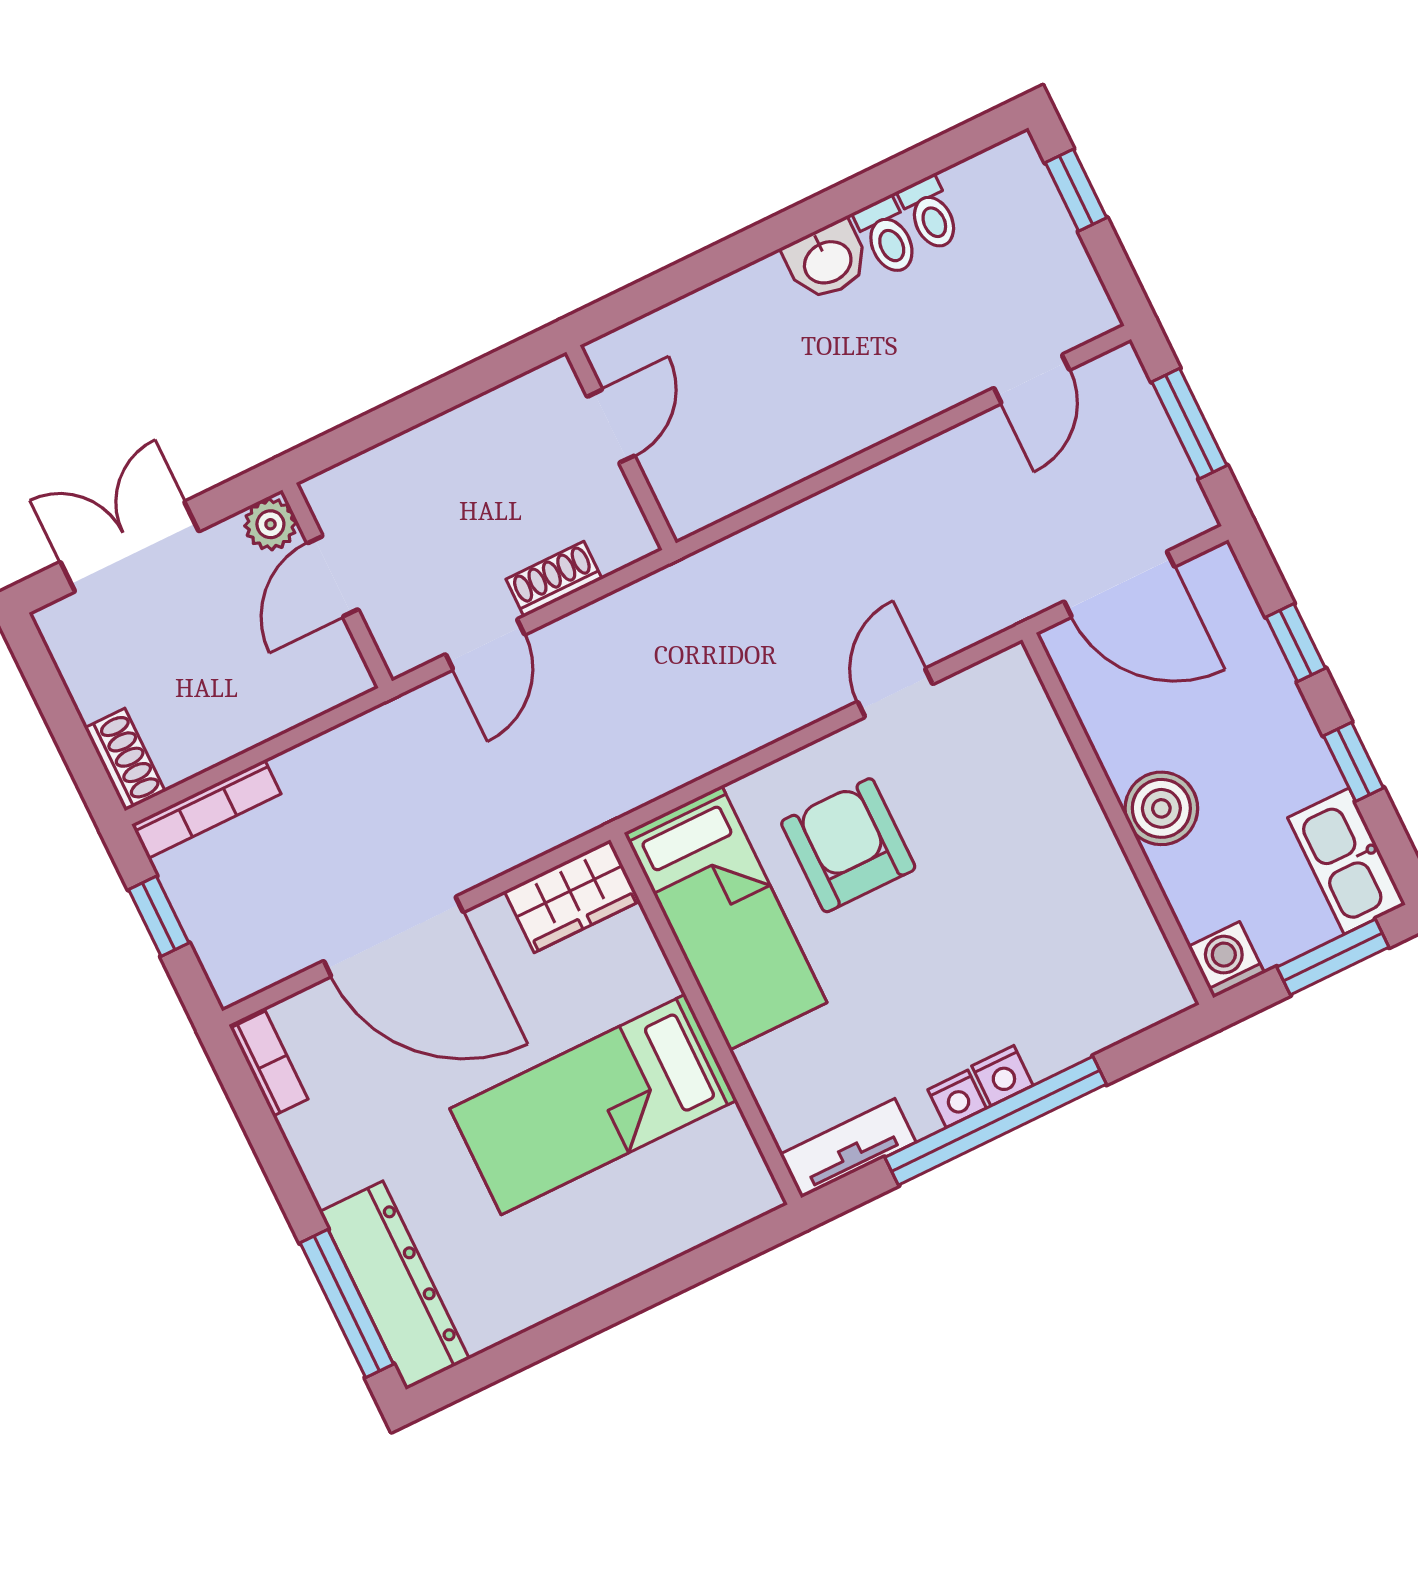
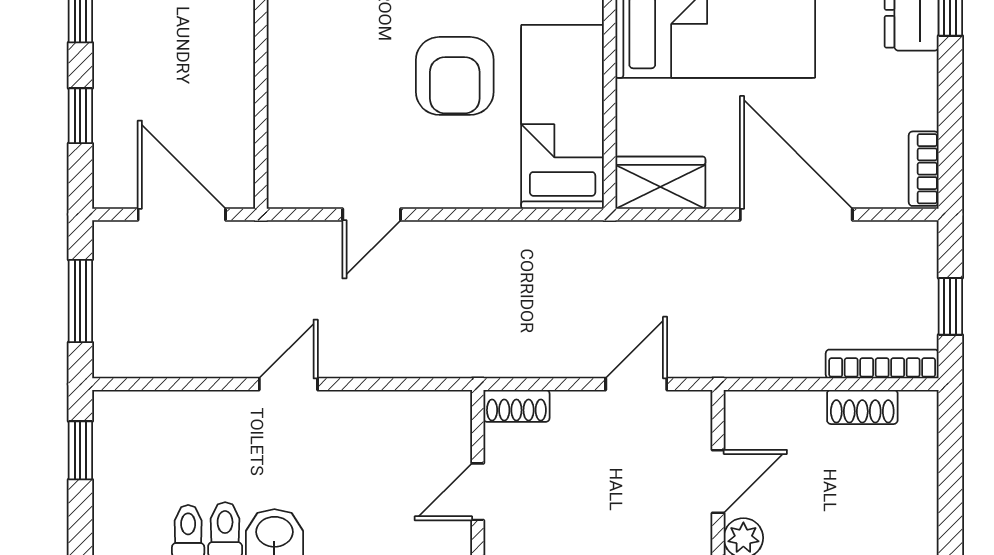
window: (1076, 190) -> (80, 450), moved
door: (1032, 379) -> (288, 384), moved
shoe rack: (554, 579) -> (516, 406), moved
shoe rack: (125, 760) -> (862, 407), moved, turned -90
boiler: (1161, 808) -> (228, 47), removed
armchair: (848, 845) -> (455, 76), moved

